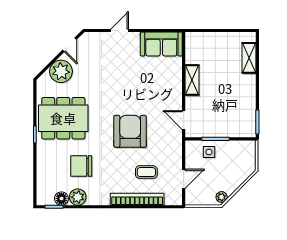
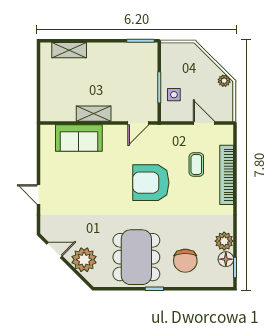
sofa: (161, 44) -> (79, 138), moved, turned 90
chair: (81, 166) -> (185, 261), moved

